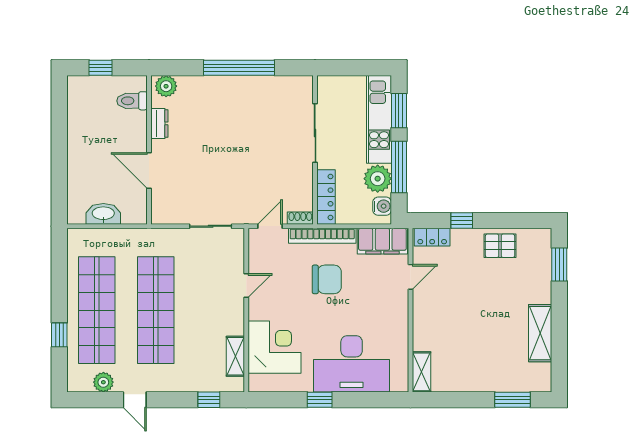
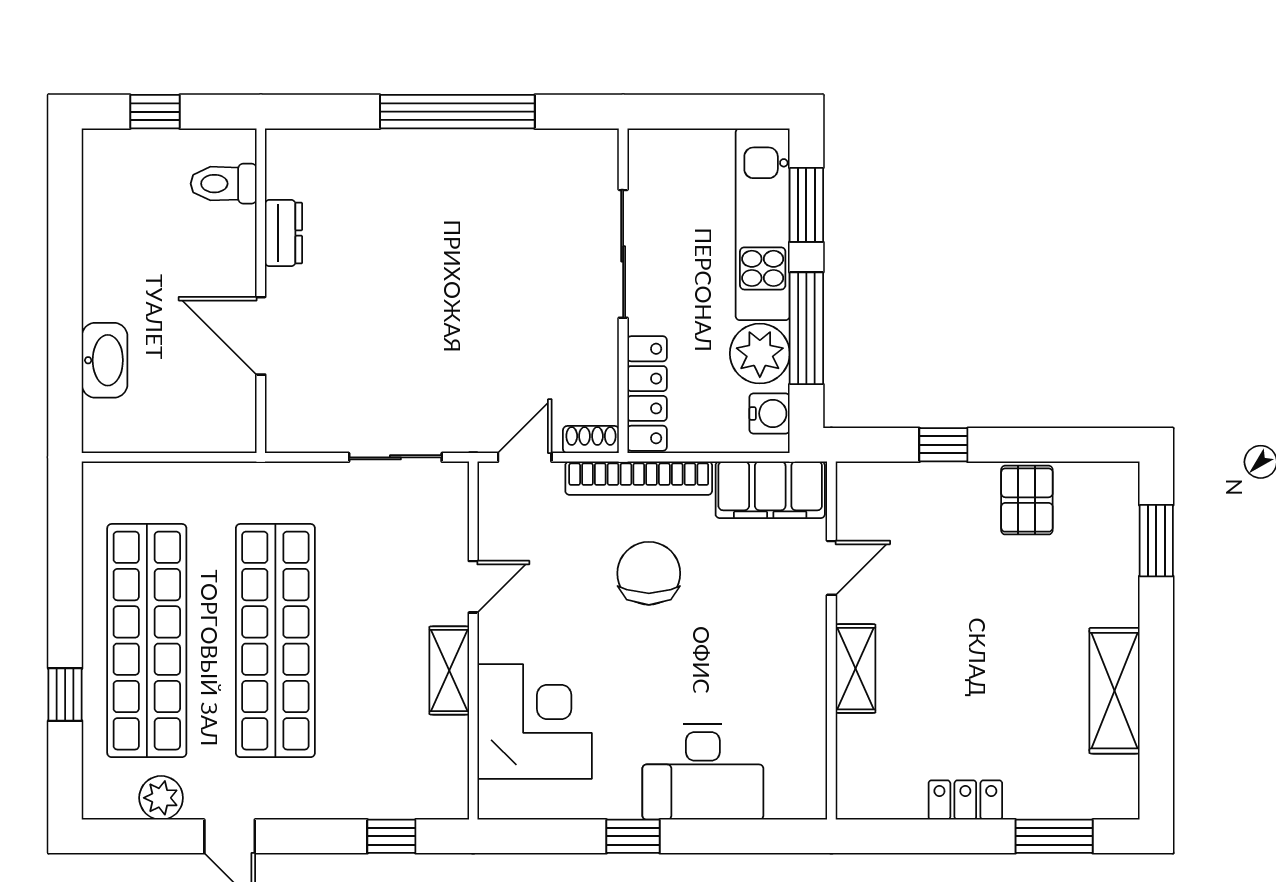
plant: (166, 86) -> (298, 152), removed
washbasin: (103, 214) -> (105, 360), moved, turned 90
locker: (432, 237) -> (965, 800), moved, turned 180
pallet: (500, 246) -> (1027, 500), turned 90
chair: (327, 279) -> (649, 573), turned -90
shelving: (235, 356) -> (449, 670), moved
desk: (352, 364) -> (703, 772), width x0.73, depth x0.77
shelving: (421, 372) -> (856, 669), moved

